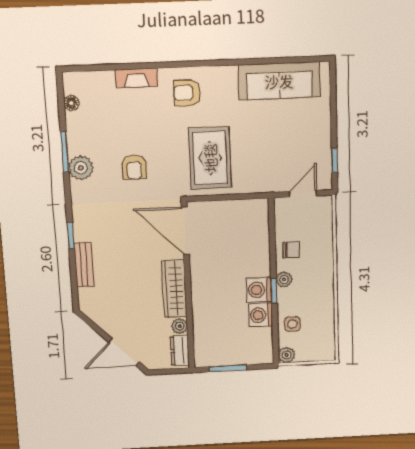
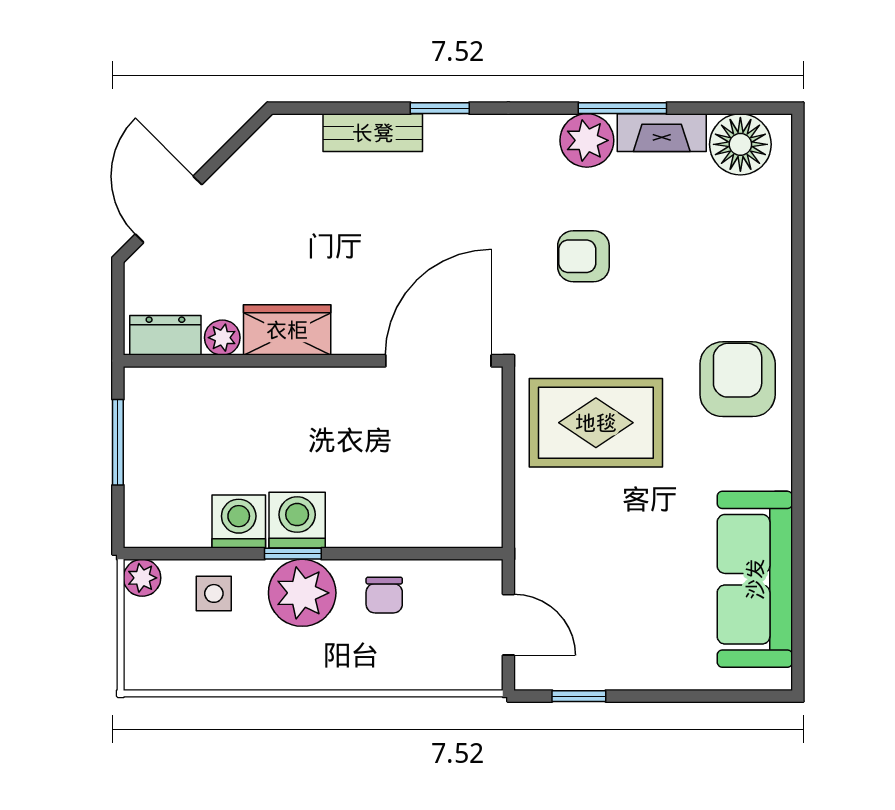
fireplace: (136, 78) -> (662, 133), moved, turned -90
armchair: (187, 93) -> (738, 379), width x1.38, depth x1.38
floor lamp: (71, 103) -> (740, 144), width x1.89, depth x1.89
plant: (284, 279) -> (302, 593), width x1.88, depth x1.88
wardrobe: (174, 289) -> (287, 330), width x0.67

